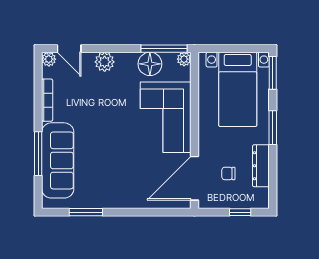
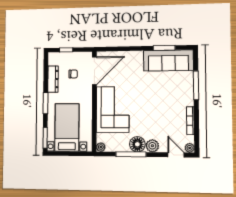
window: (164, 49) -> (131, 154), moved
floor lamp: (150, 64) -> (137, 144), moved
sofa: (58, 160) -> (168, 60), moved, turned -90

